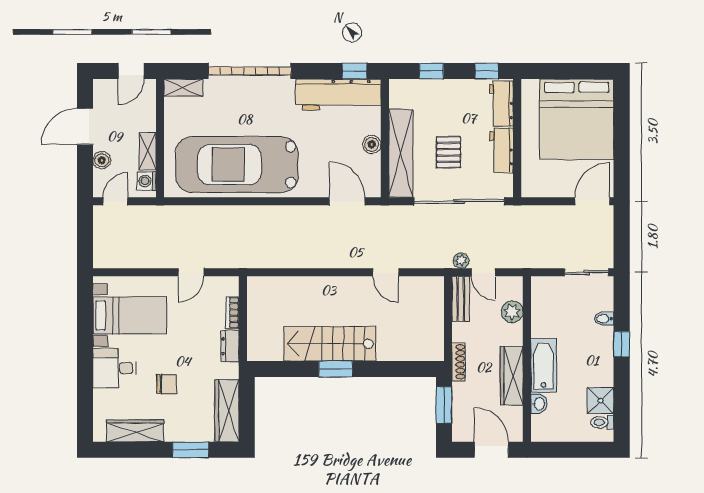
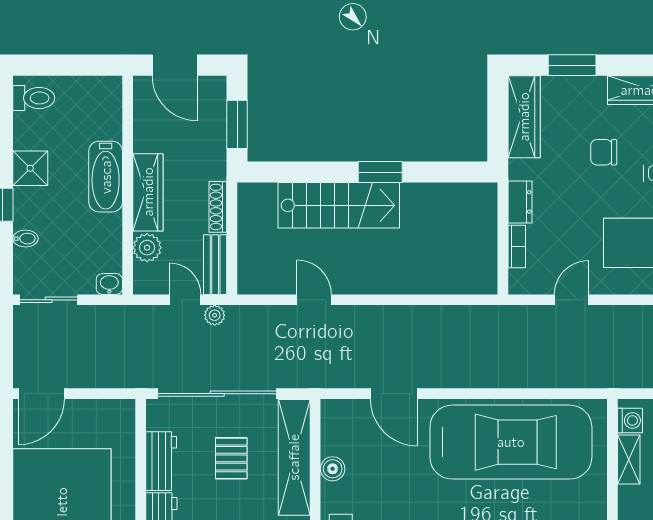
door: (347, 201) -> (394, 394), moved
stairs: (330, 344) -> (339, 205), moved
shoe rack: (459, 362) -> (218, 207), moved
wardrobe: (512, 376) -> (148, 192), moved
shower: (601, 401) -> (30, 168), moved
washbasin: (539, 404) -> (109, 284), moved, turned 90
toilet: (602, 422) -> (34, 98), width x1.37, depth x1.39

